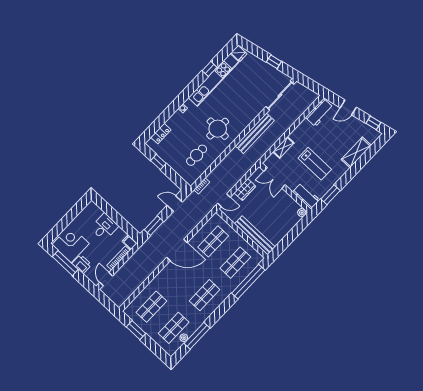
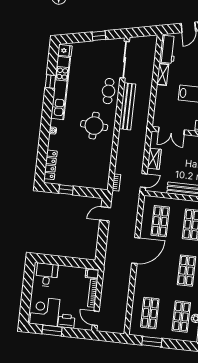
locker: (161, 134) -> (51, 165), width x1.53
shelving: (283, 147) -> (163, 74), moved
cafe table: (197, 155) -> (109, 91), moved
window: (154, 226) -> (102, 245), removed
desk: (104, 227) -> (47, 275), moved
window: (65, 263) -> (52, 330), width x0.69

